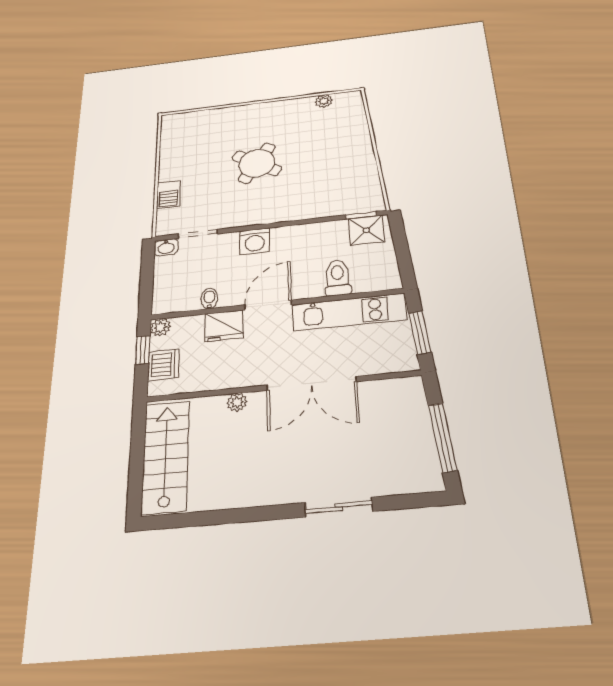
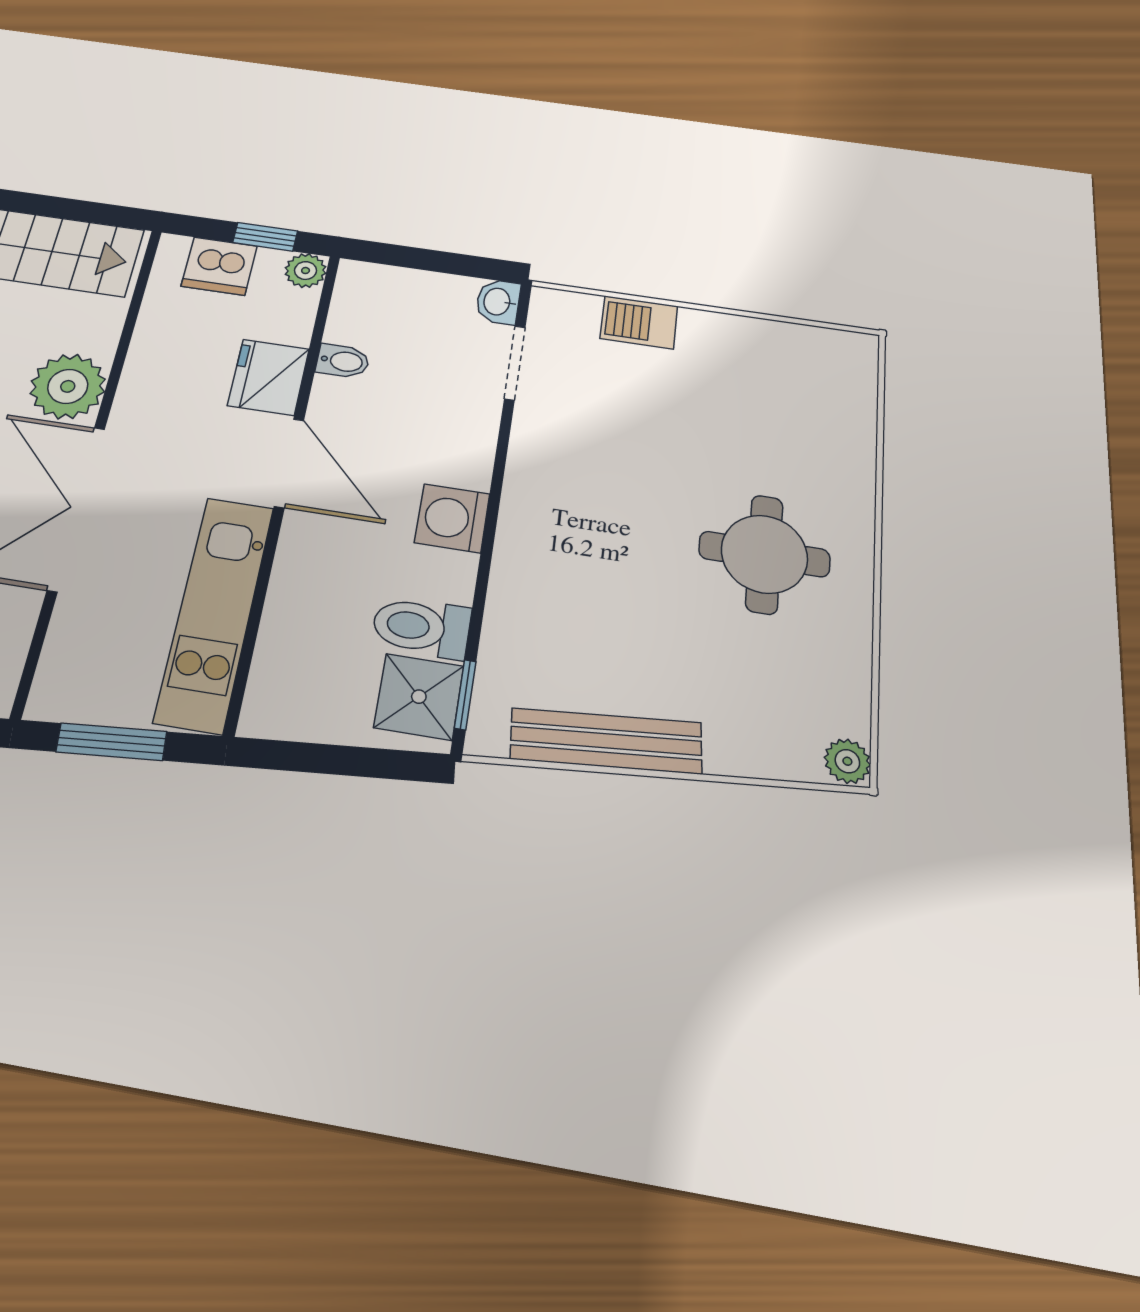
plant: (324, 101) -> (847, 761), moved
round table: (257, 163) -> (764, 554), moved, turned -33
bench: (367, 167) -> (606, 741), added
washing machine: (255, 241) -> (452, 518), moved
toilet: (338, 278) -> (421, 627), moved, turned 180
plant: (237, 402) -> (68, 386), width x1.87, depth x1.87

